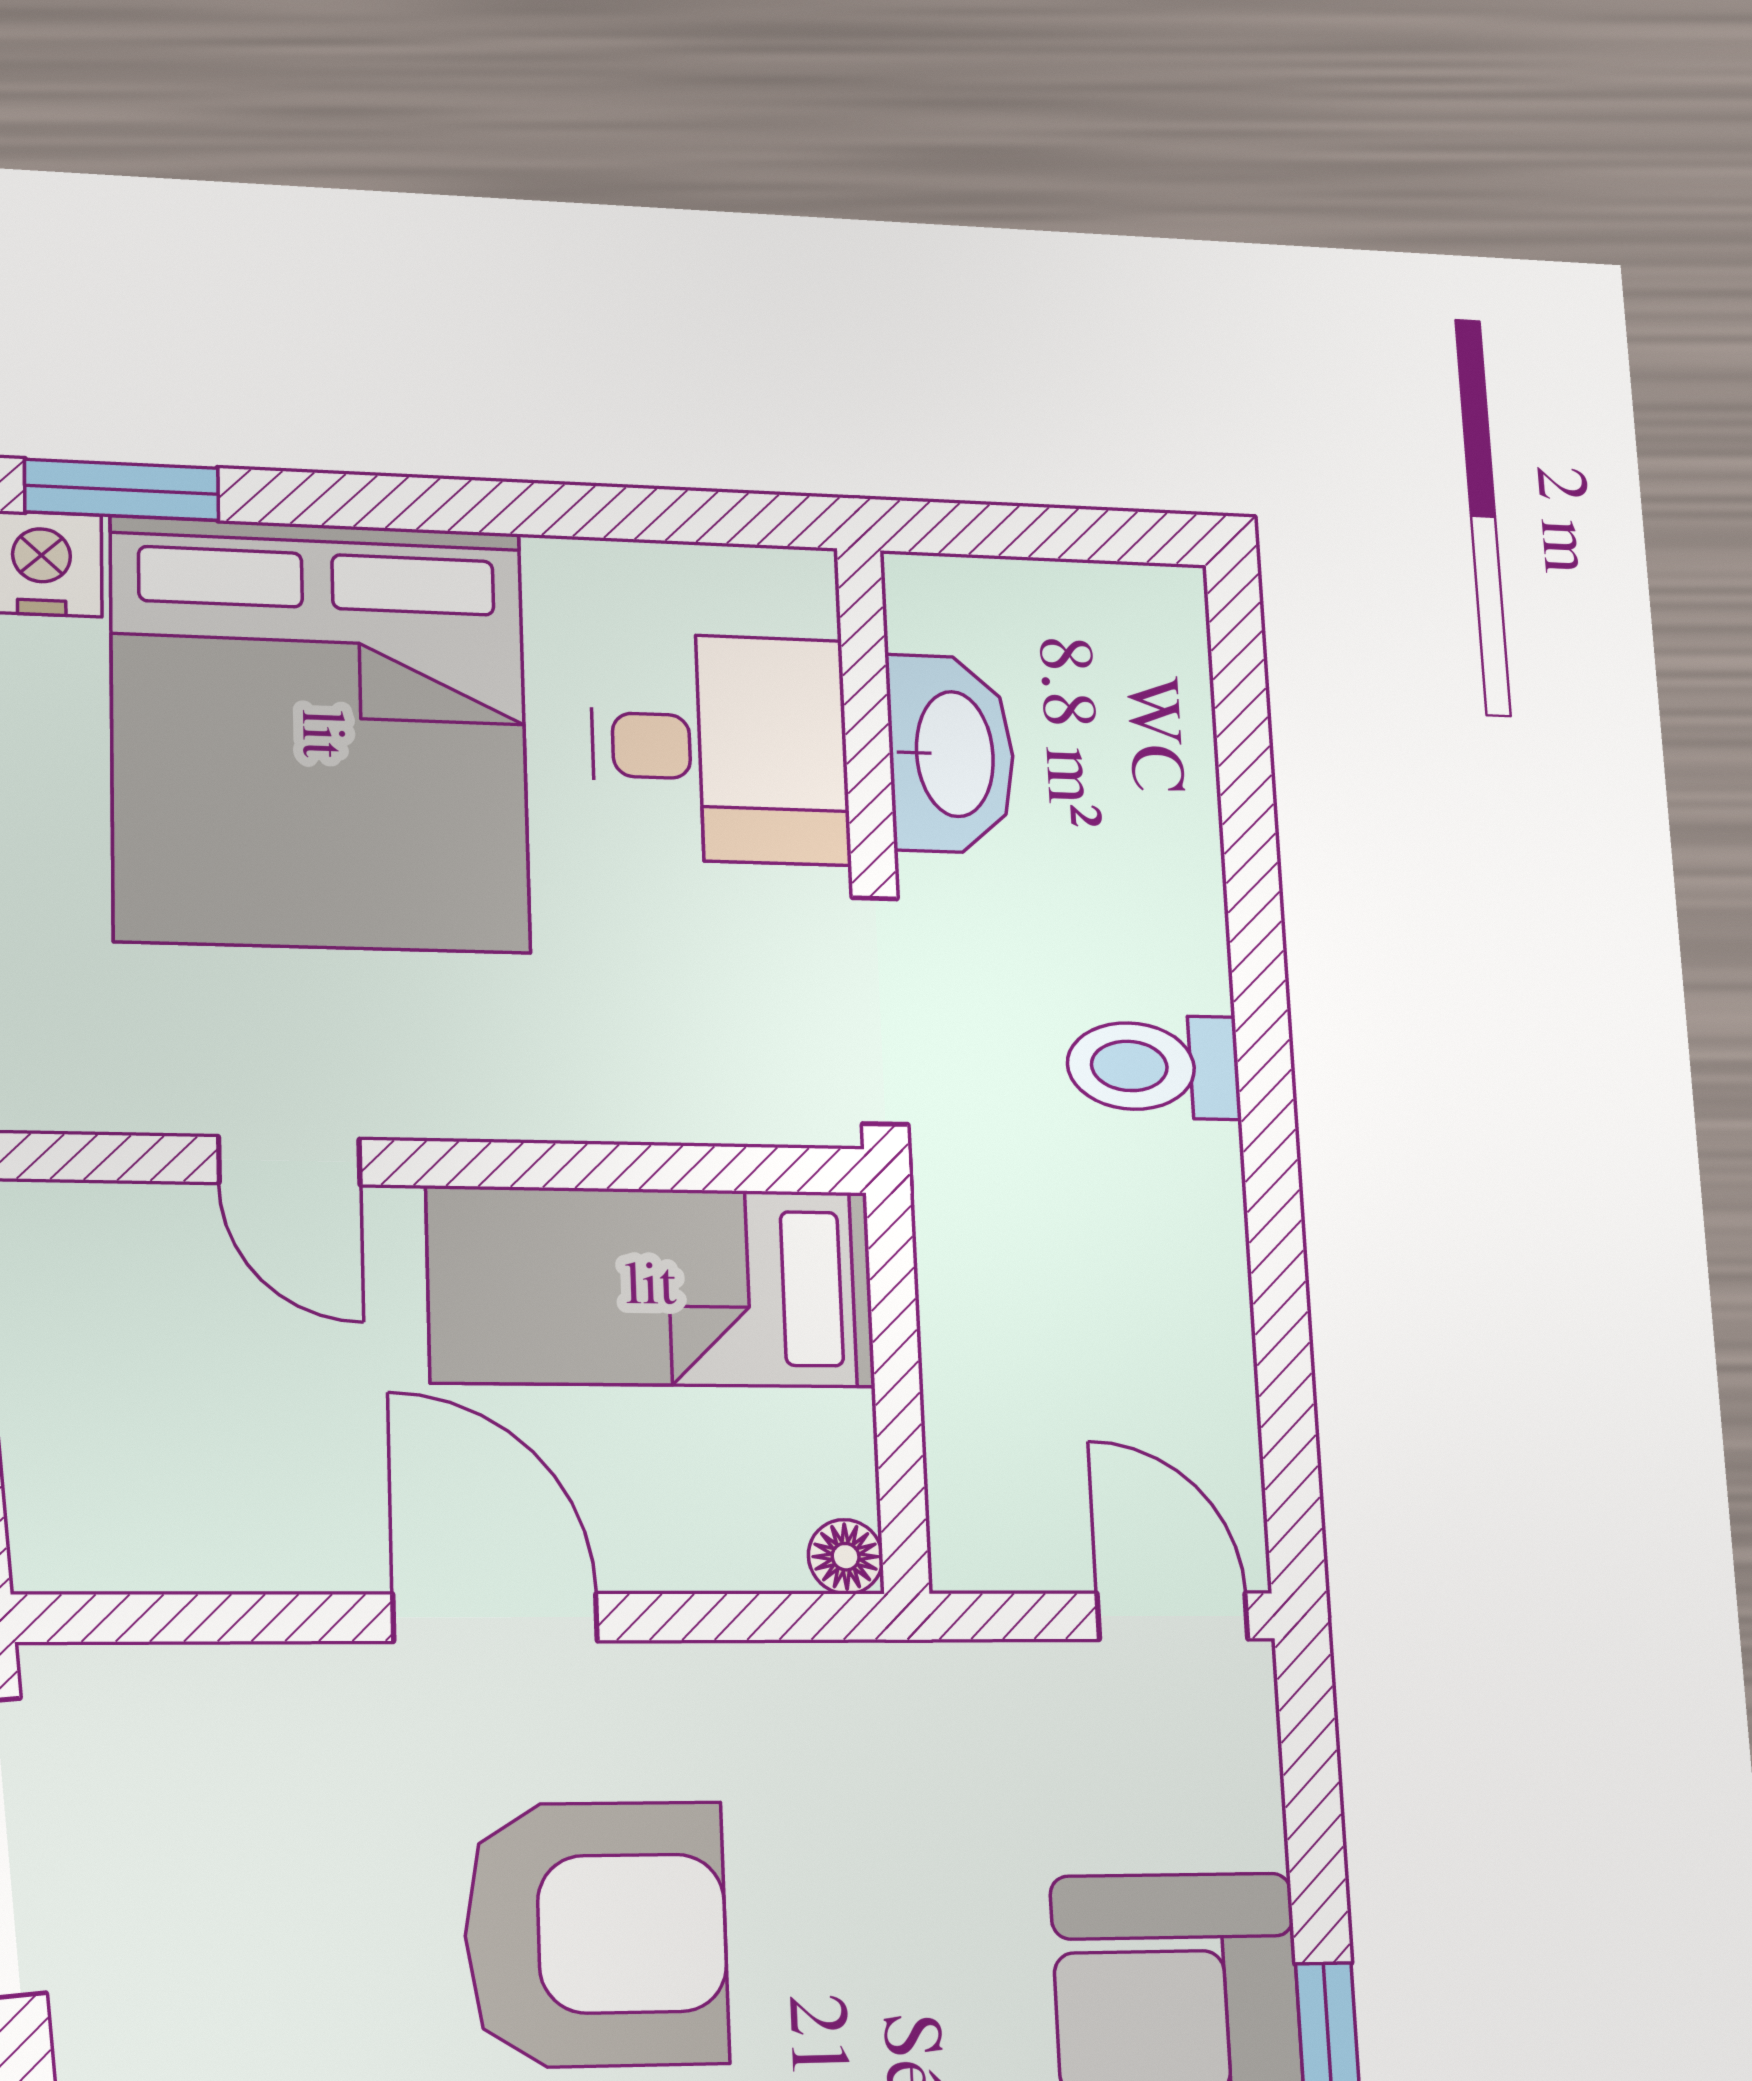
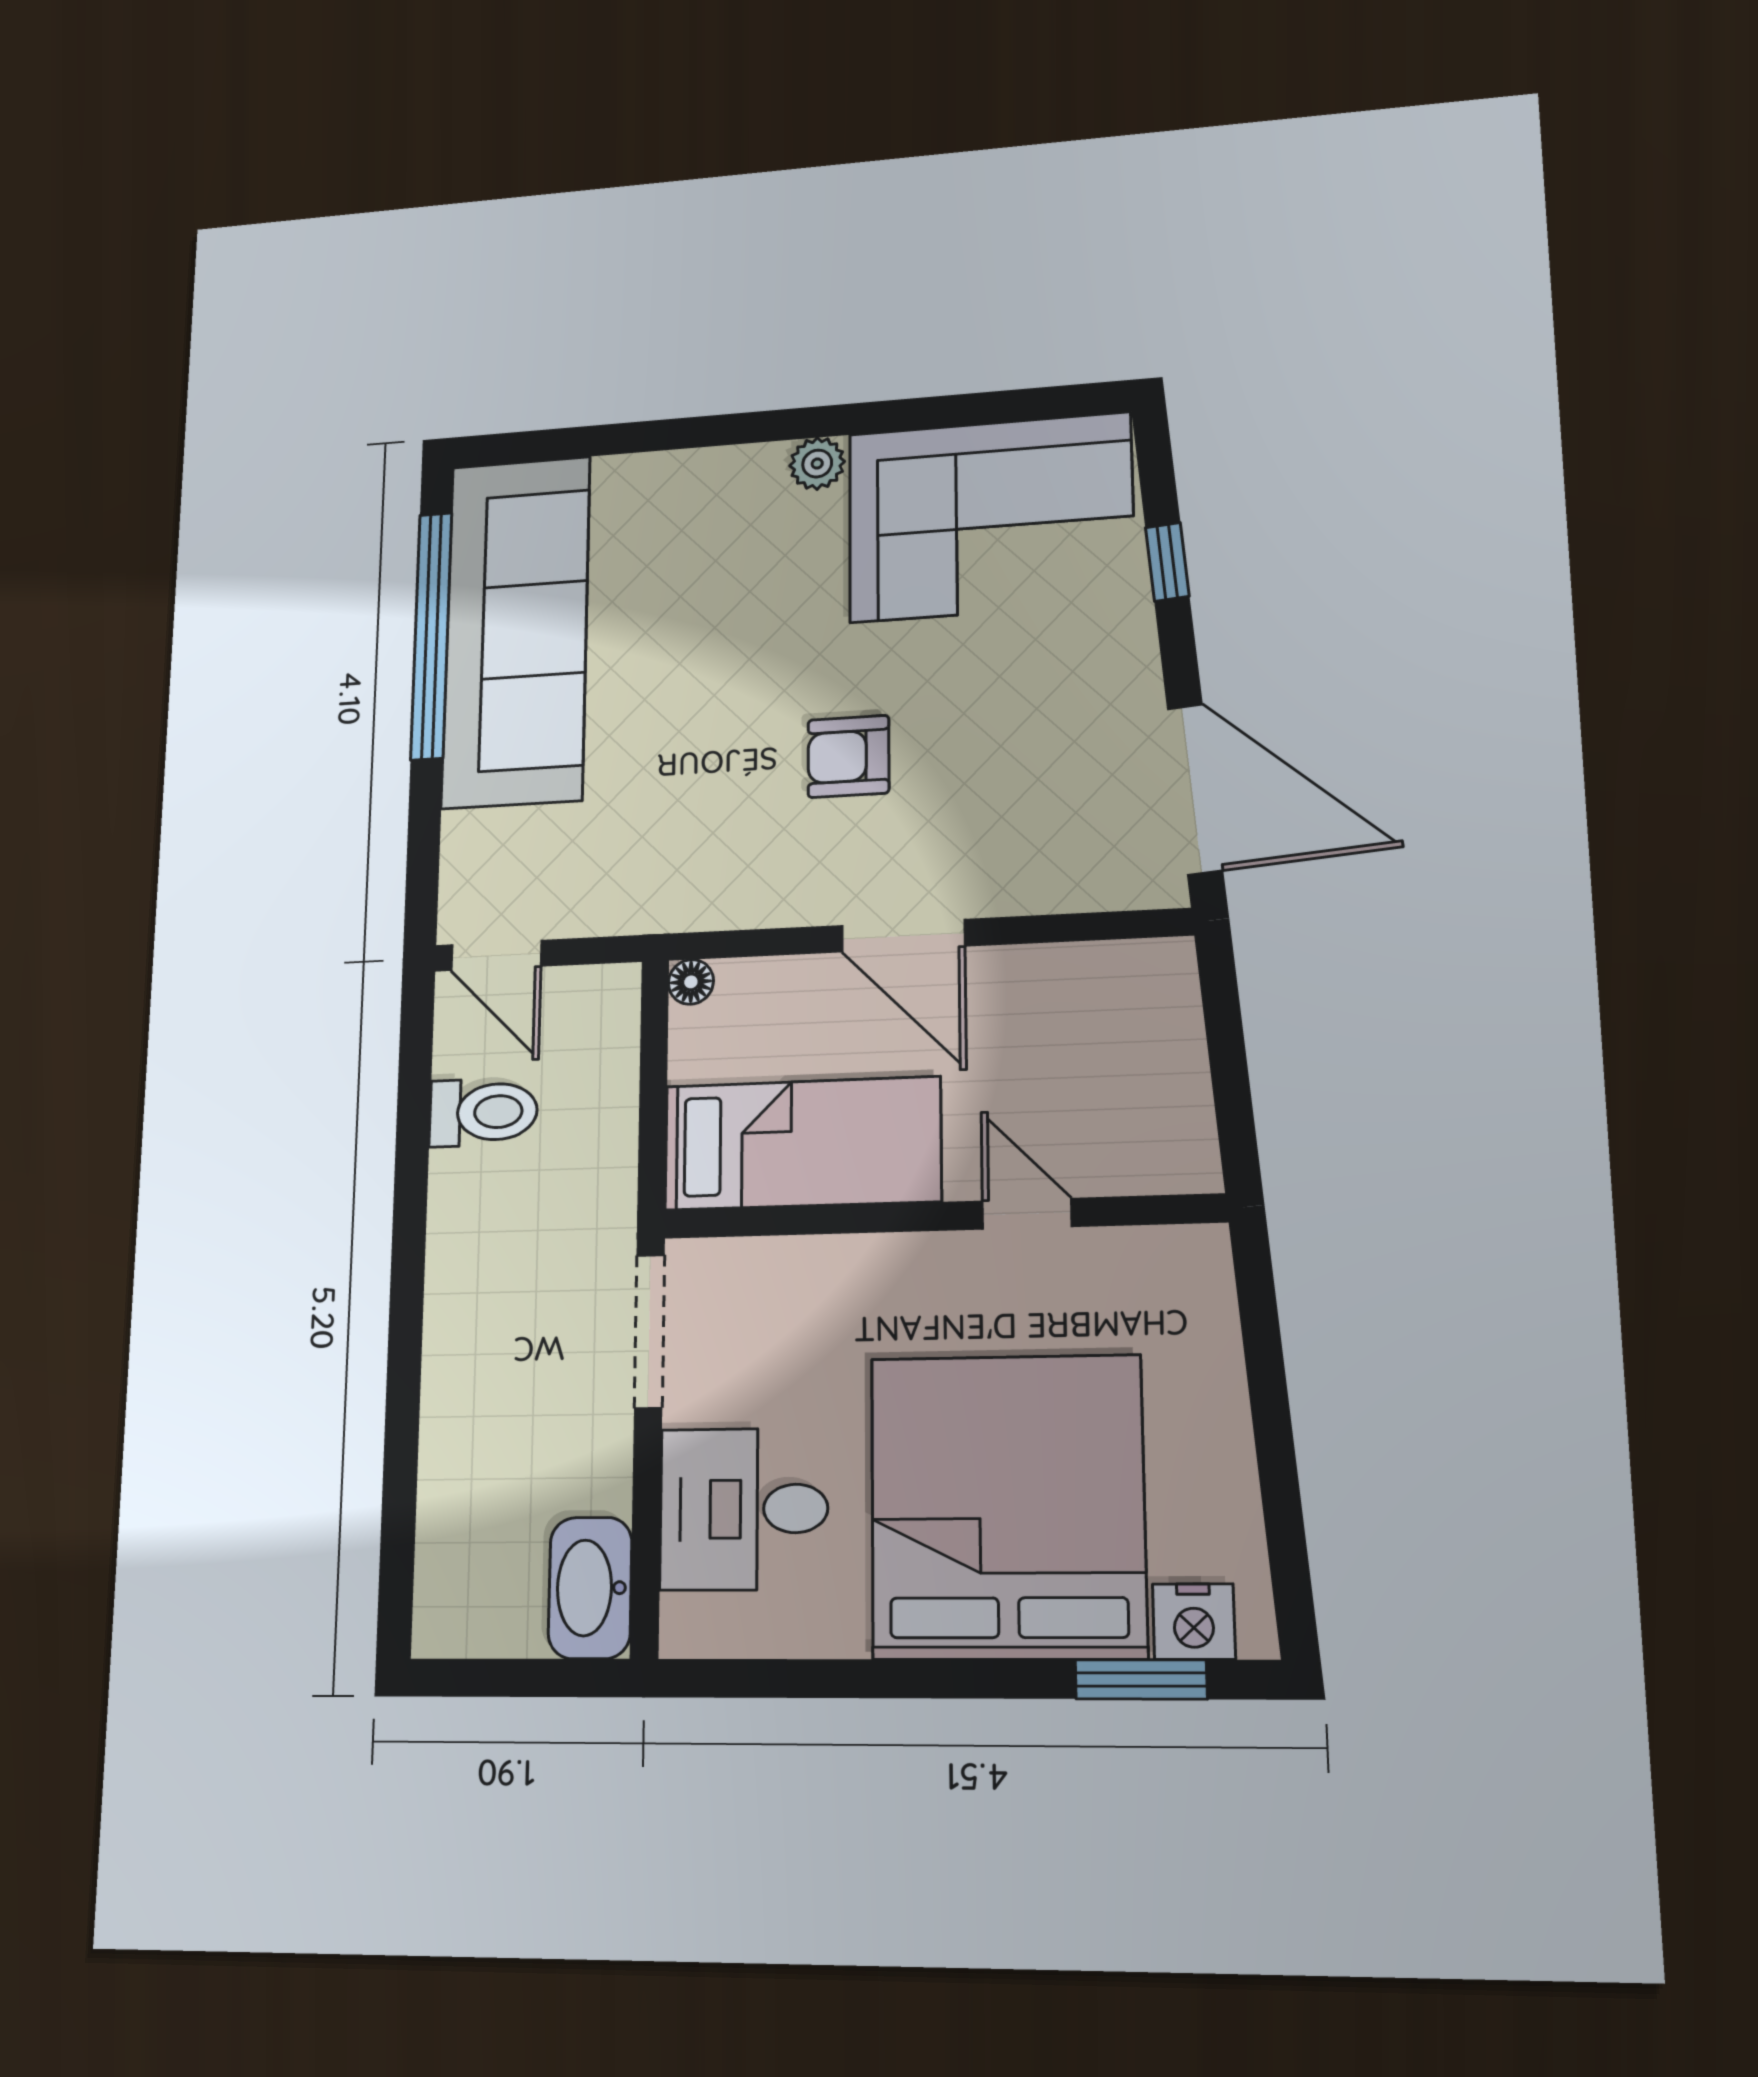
washbasin: (951, 754) -> (590, 1588), moved
toilet: (1153, 1067) -> (483, 1112), moved
armchair: (596, 1934) -> (848, 756), width x0.53, depth x0.53

